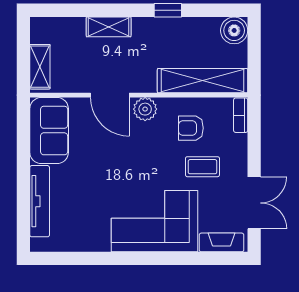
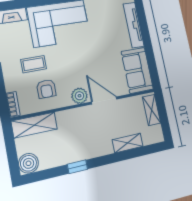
shelving: (109, 27) -> (128, 143), moved
shelving: (203, 81) -> (34, 125), width x0.68
armchair: (191, 128) -> (46, 89), turned 90

